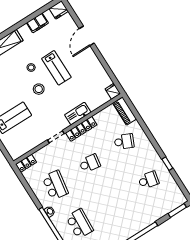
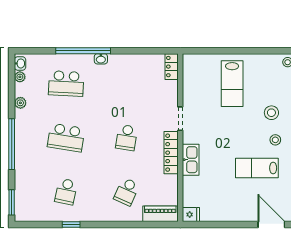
stool: (39, 89) -> (271, 113), moved
school desk: (55, 185) -> (66, 138), moved

